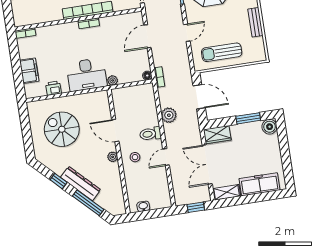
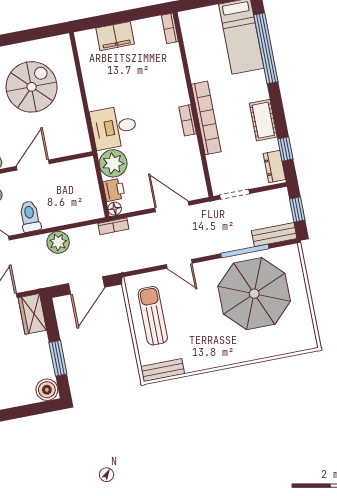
bench: (255, 22) -> (163, 370), moved
desk: (87, 75) -> (114, 127), width x0.73
plant: (113, 80) -> (113, 163), width x1.88, depth x1.88
printer: (53, 88) -> (114, 190), moved

